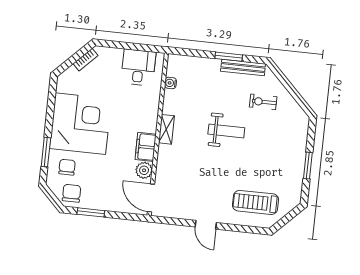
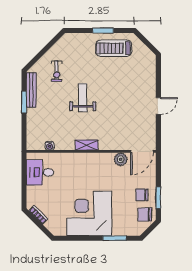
filing cabinet: (146, 147) -> (102, 160), removed
chair: (67, 167) -> (142, 195), moved
treadmill: (256, 202) -> (114, 48), moved, turned 90

